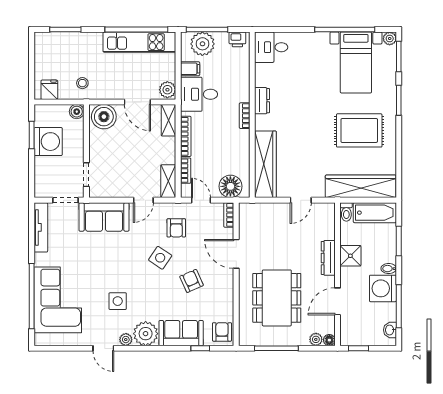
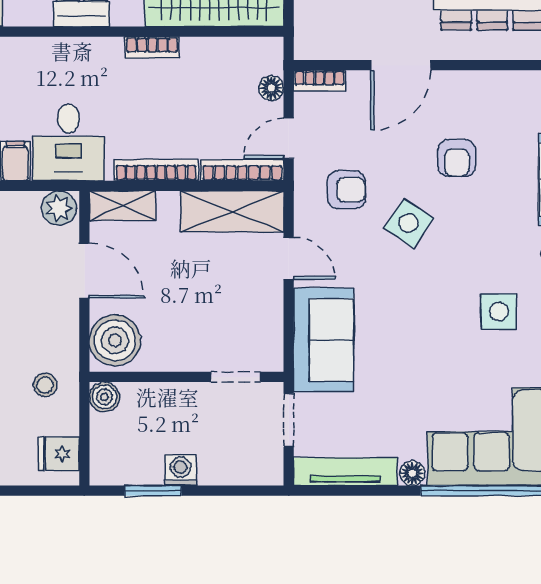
door: (137, 102) -> (84, 271), hinge flipped
bookcase: (245, 116) -> (152, 47), moved
washing machine: (48, 142) -> (181, 470), width x0.53, depth x0.53
bookcase: (186, 171) -> (242, 170), width x1.56
shelving: (168, 181) -> (232, 211), width x1.50, depth x1.33
floor lamp: (230, 186) -> (271, 88), width x0.53, depth x0.53
floor lamp: (40, 260) -> (412, 473), added
armchair: (192, 281) -> (457, 158), turned -66

